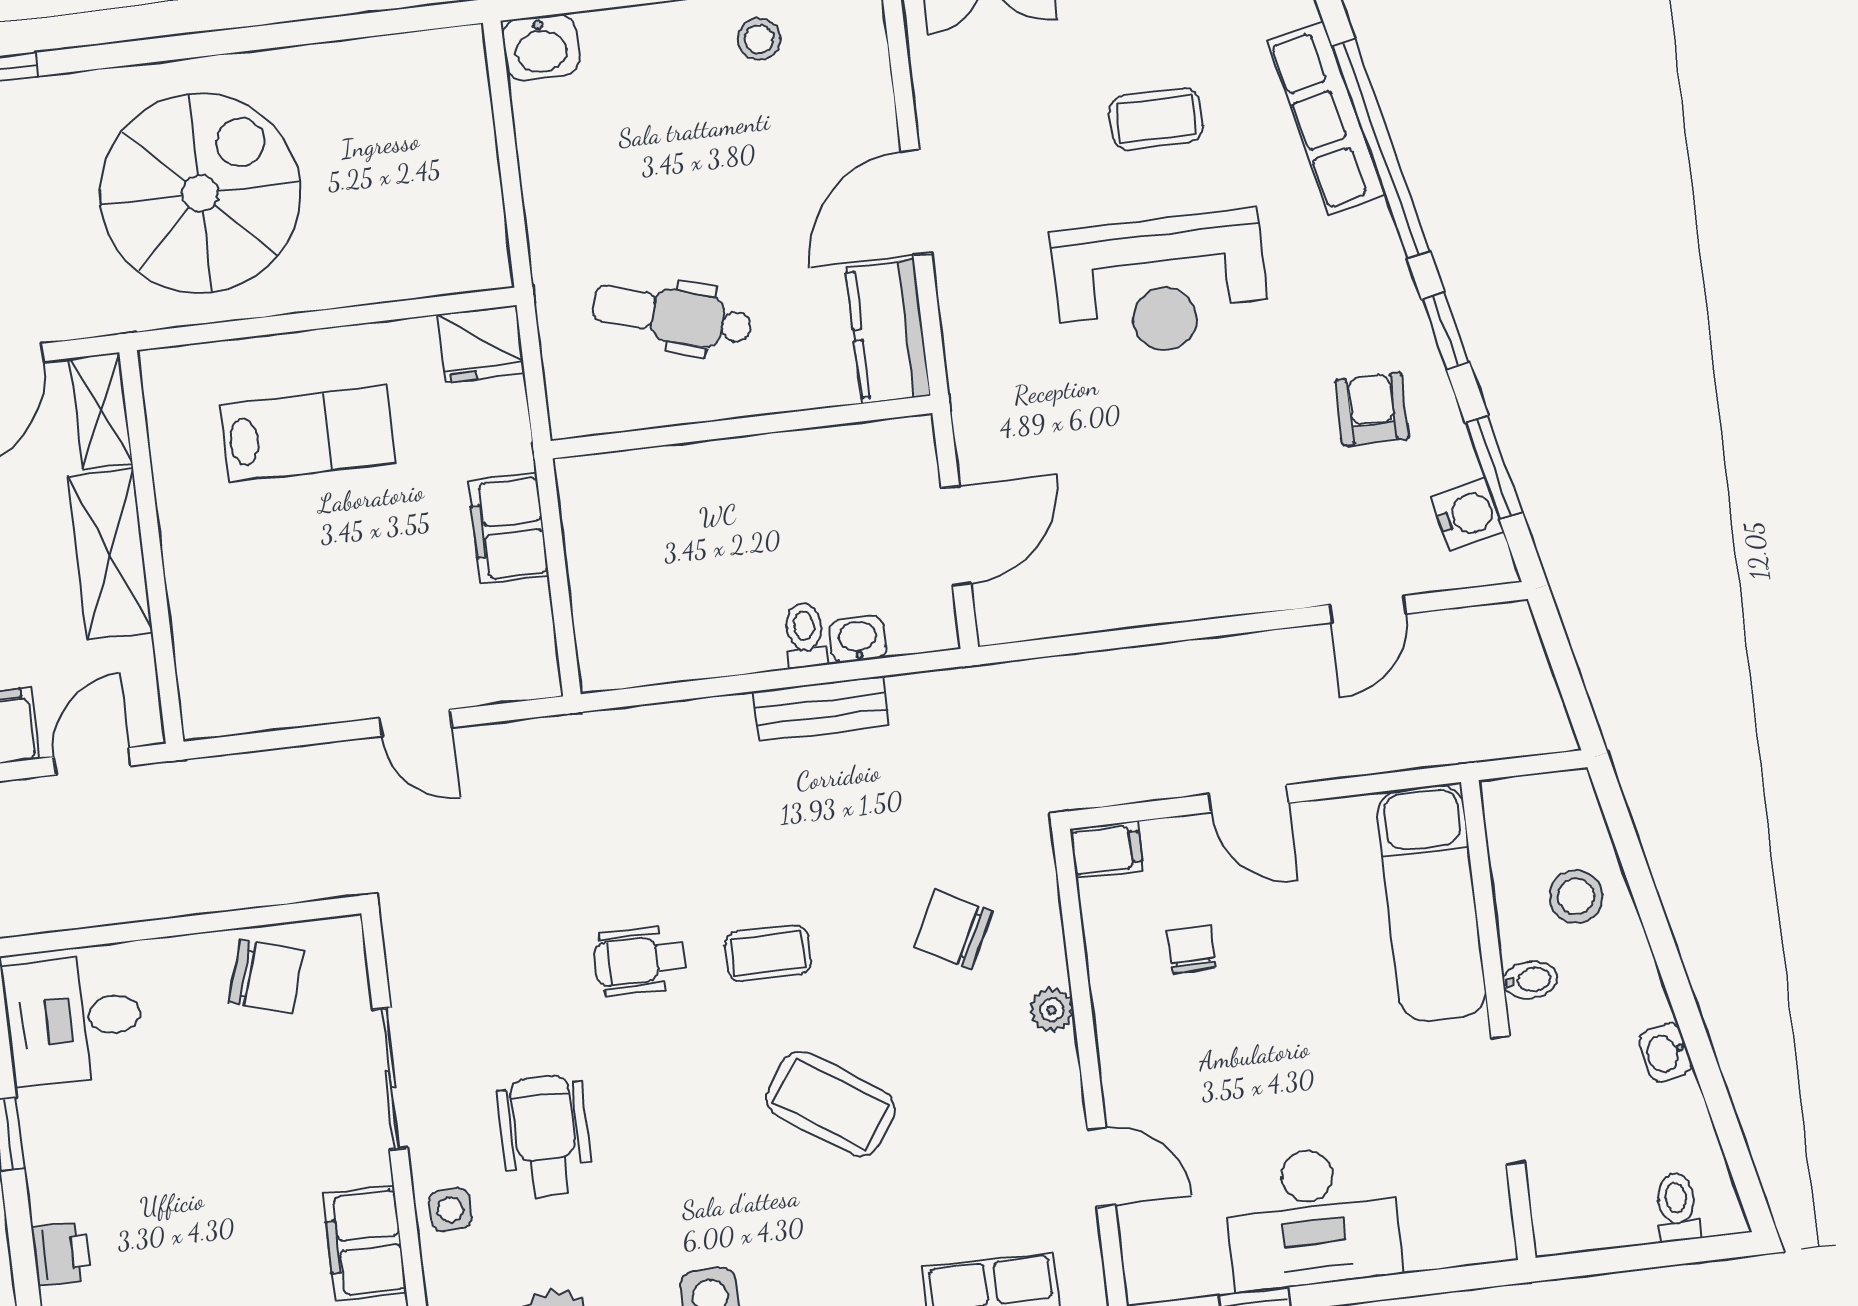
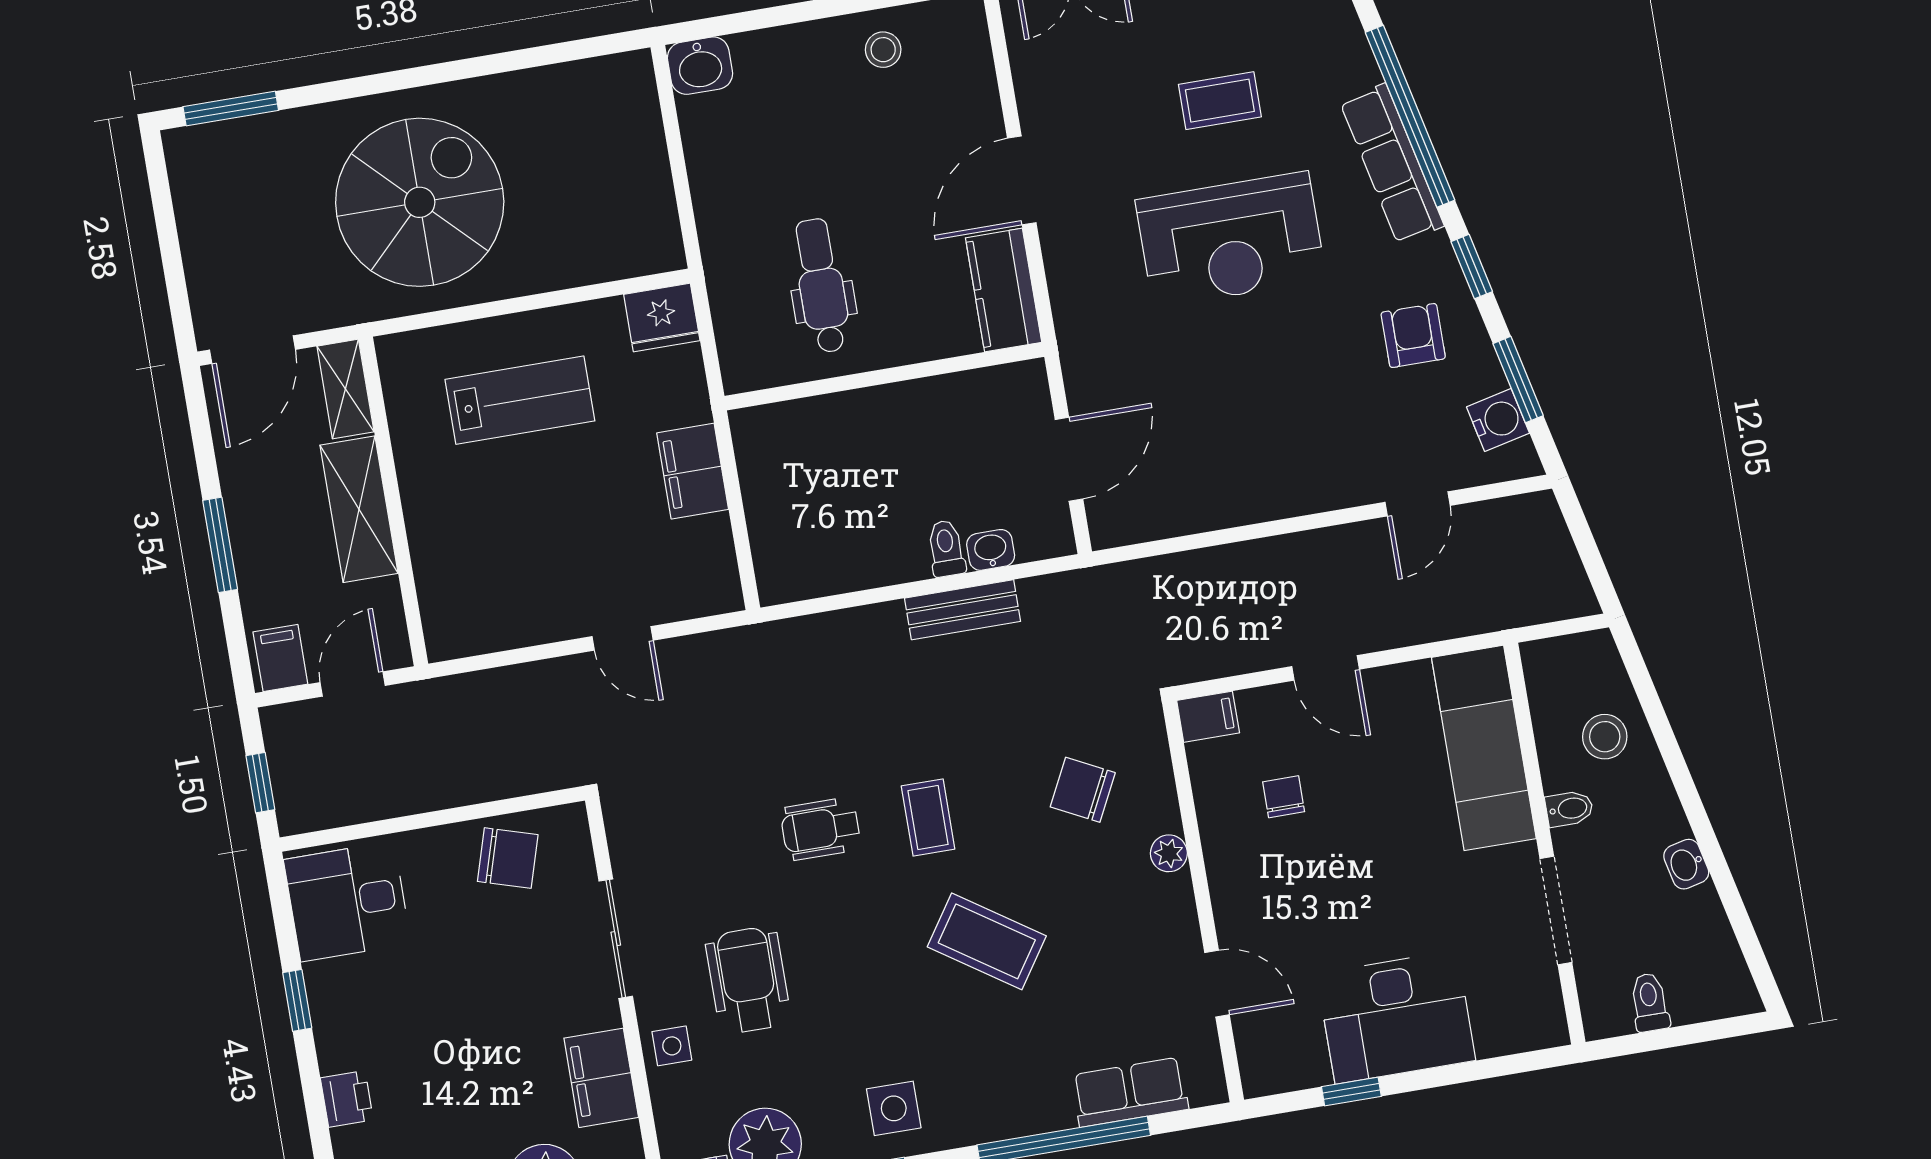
row of seats: (1326, 118) -> (1392, 164), moved
dental chair: (672, 316) -> (821, 286), turned 73
coffee table: (768, 953) -> (928, 817), turned 90
toilet: (1677, 1207) -> (1650, 1002), moved

